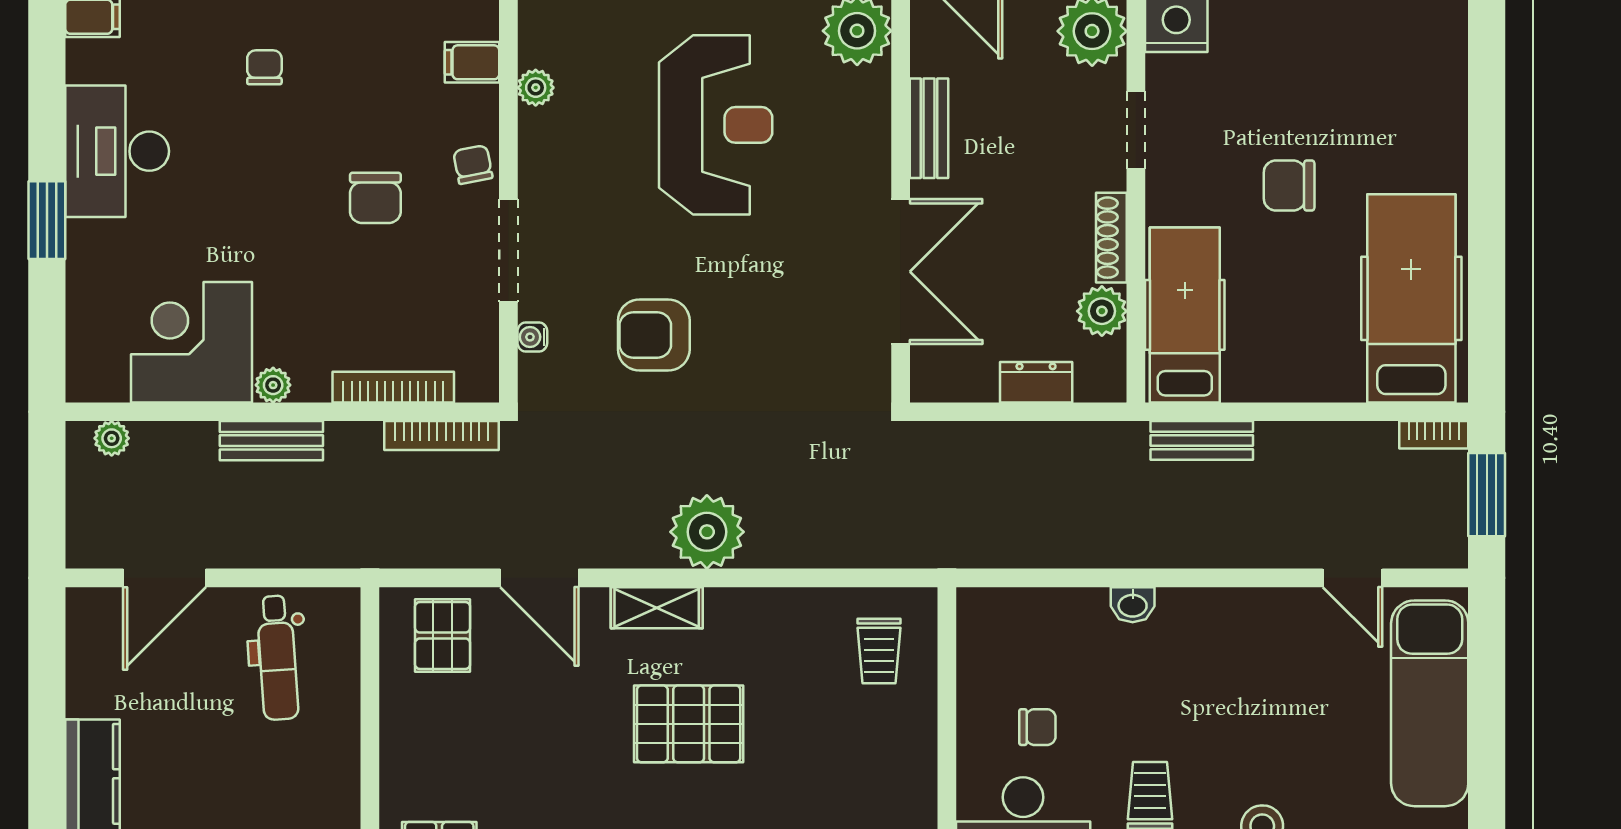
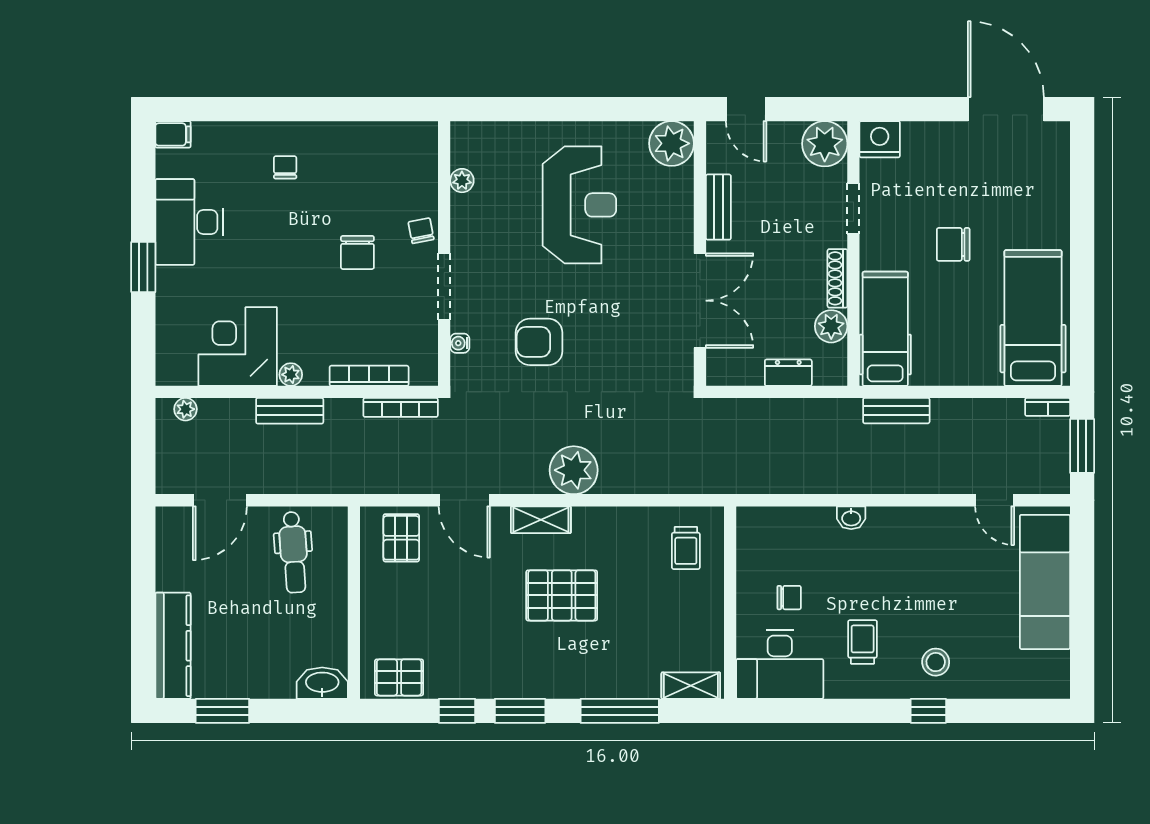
filing cabinet: (472, 62) -> (420, 164), removed

